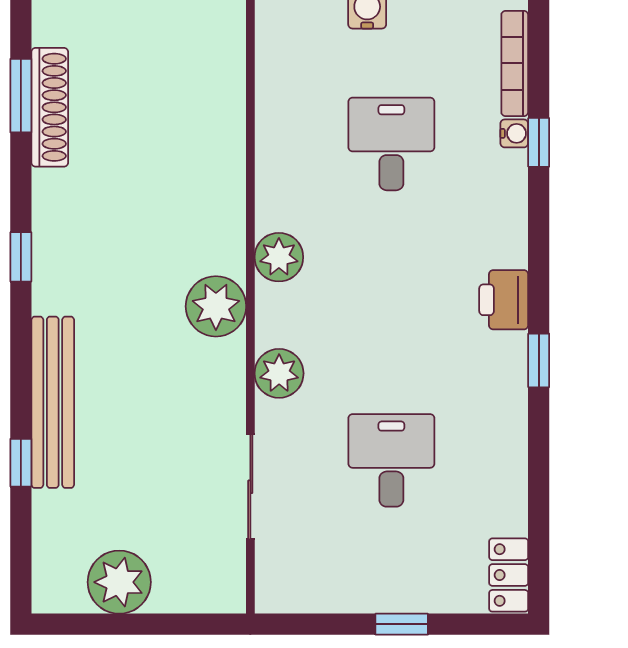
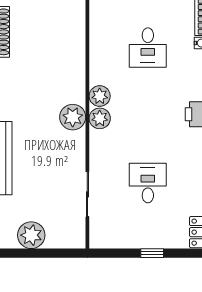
desk: (391, 144) -> (148, 48), turned 180
plant: (279, 373) -> (100, 118), moved

